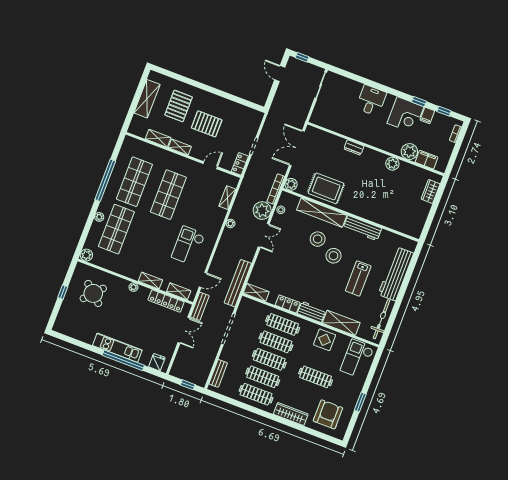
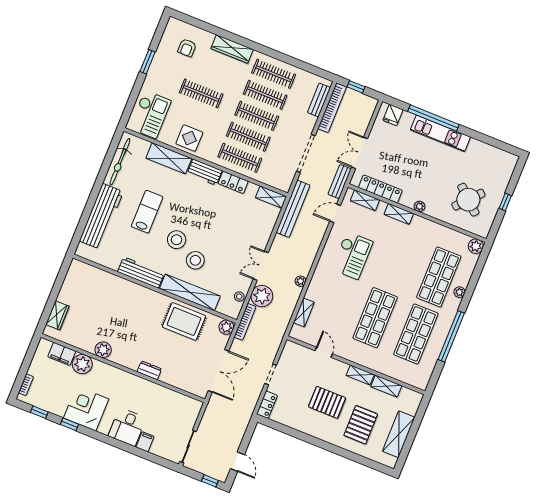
filing cabinet: (427, 115) -> (145, 442), moved
locker: (240, 164) -> (267, 405), moved
door: (210, 165) -> (324, 352), swing flipped
bookcase: (207, 367) -> (332, 108), added
armchair: (328, 414) -> (187, 48), width x0.53, depth x0.53

